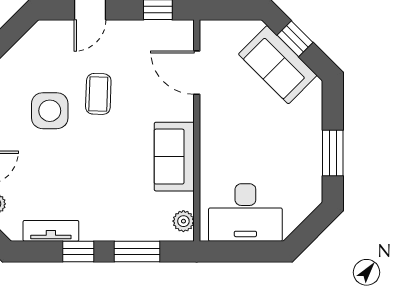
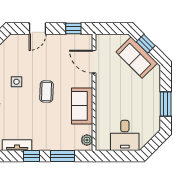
coffee table: (98, 94) -> (46, 92), moved
side table: (50, 111) -> (16, 82), width x0.54, depth x0.54
desk: (245, 213) -> (125, 135), width x0.73

